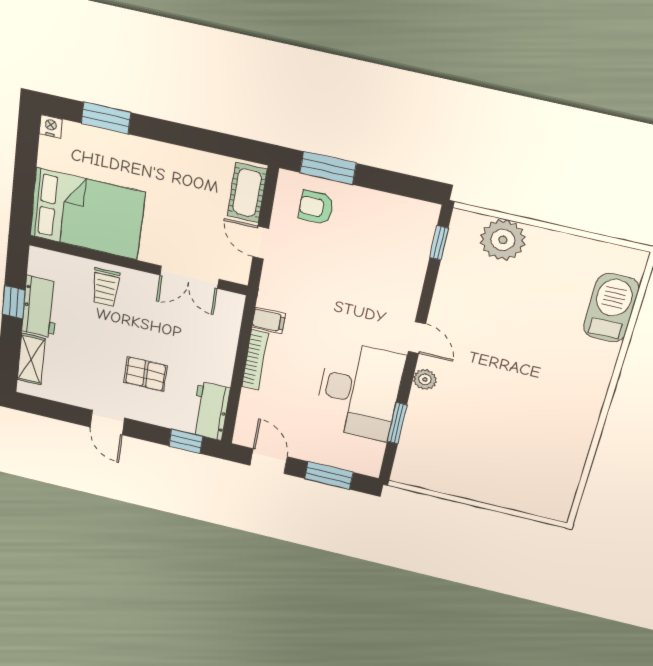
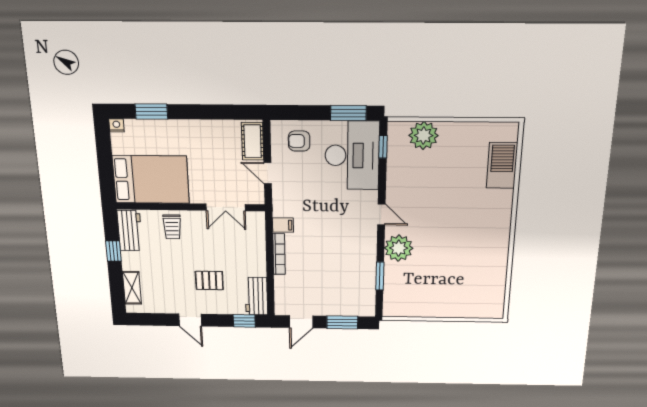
window: (328, 168) -> (348, 113), moved
workbench: (40, 307) -> (130, 231), moved
plant: (425, 379) -> (399, 248), width x1.88, depth x1.88
desk: (359, 391) -> (352, 155), moved
door: (269, 461) -> (301, 322), swing flipped

